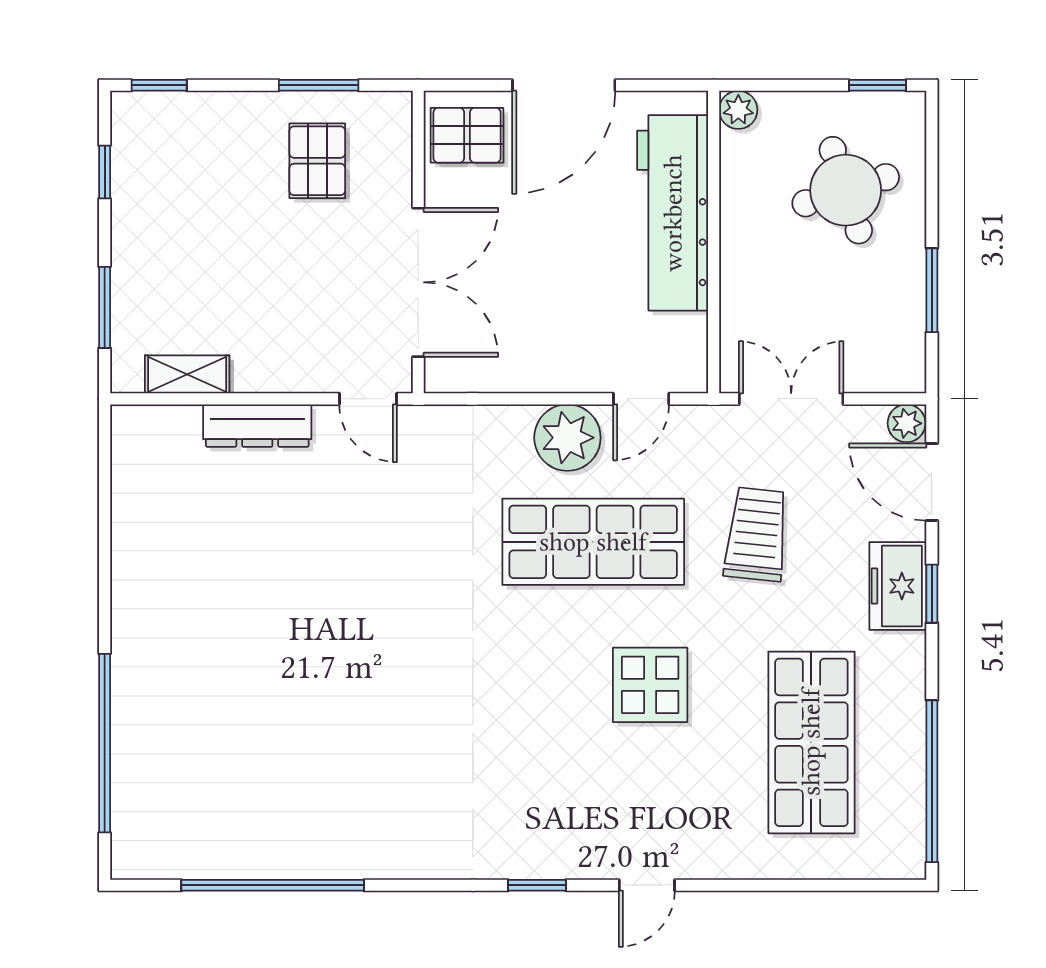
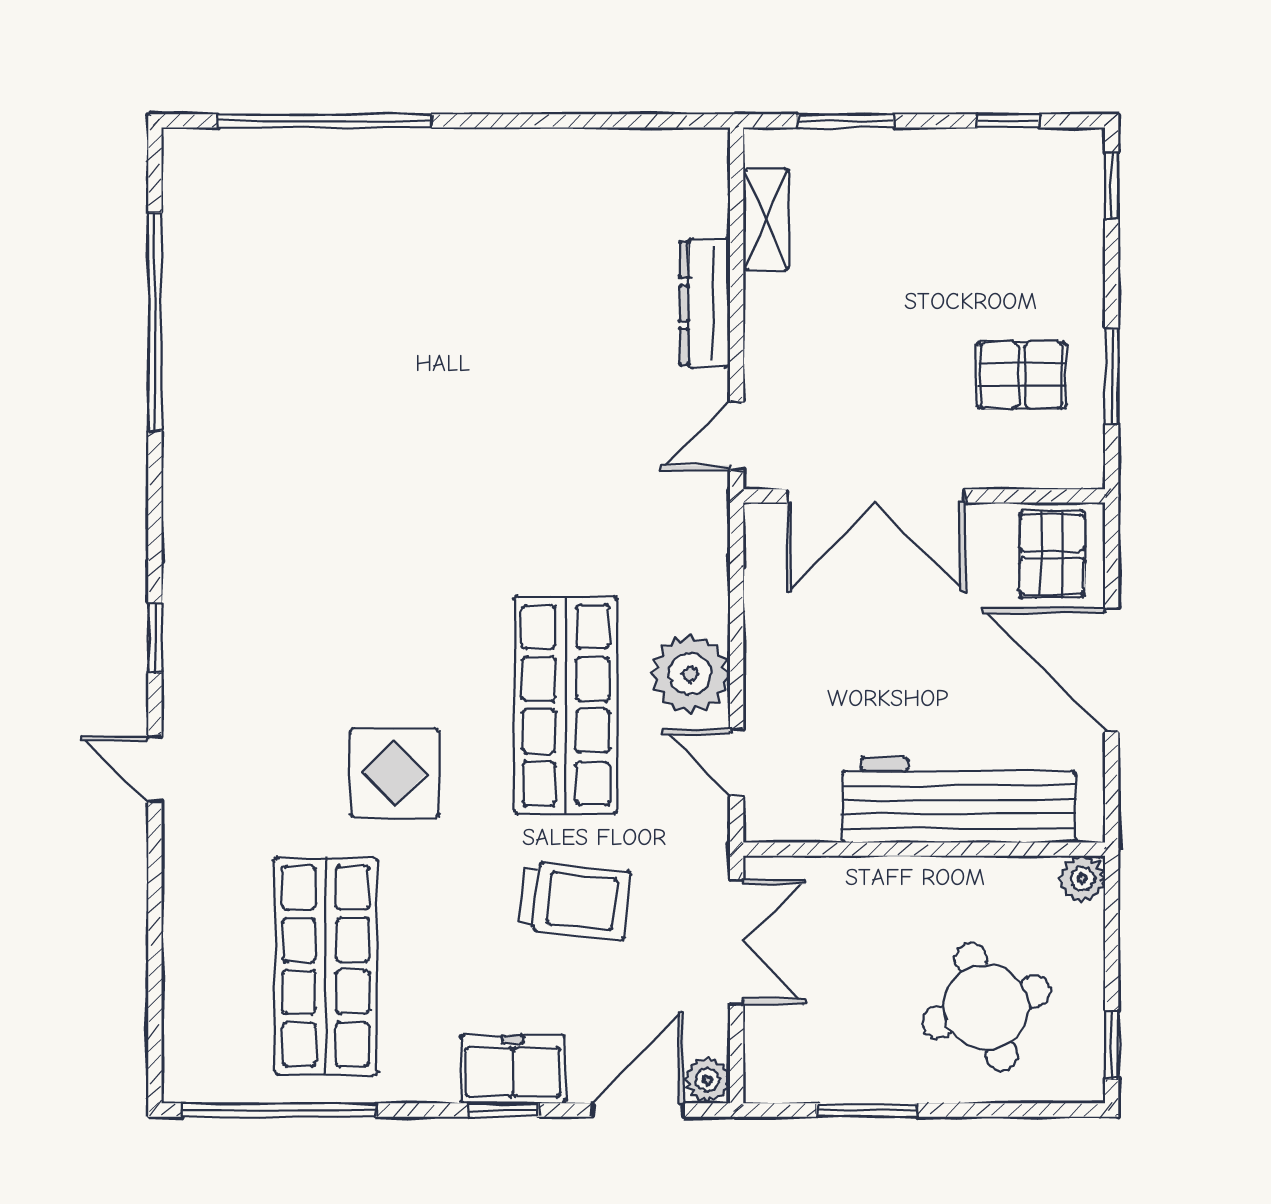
shop shelf: (811, 742) -> (326, 966), turned 90

